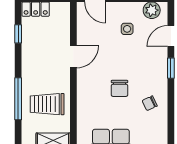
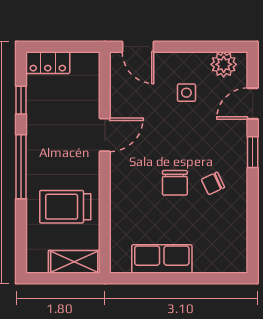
window: (18, 99) -> (21, 167), moved
chair: (150, 103) -> (213, 183), moved

